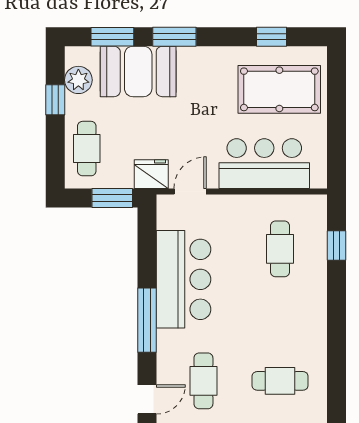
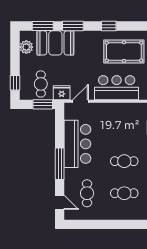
window: (272, 37) -> (109, 26), moved
window: (55, 100) -> (15, 83), moved
cafe table: (87, 149) -> (41, 84), moved
cafe table: (280, 249) -> (124, 161), moved, turned 90
door: (147, 399) -> (60, 202), hinge flipped

